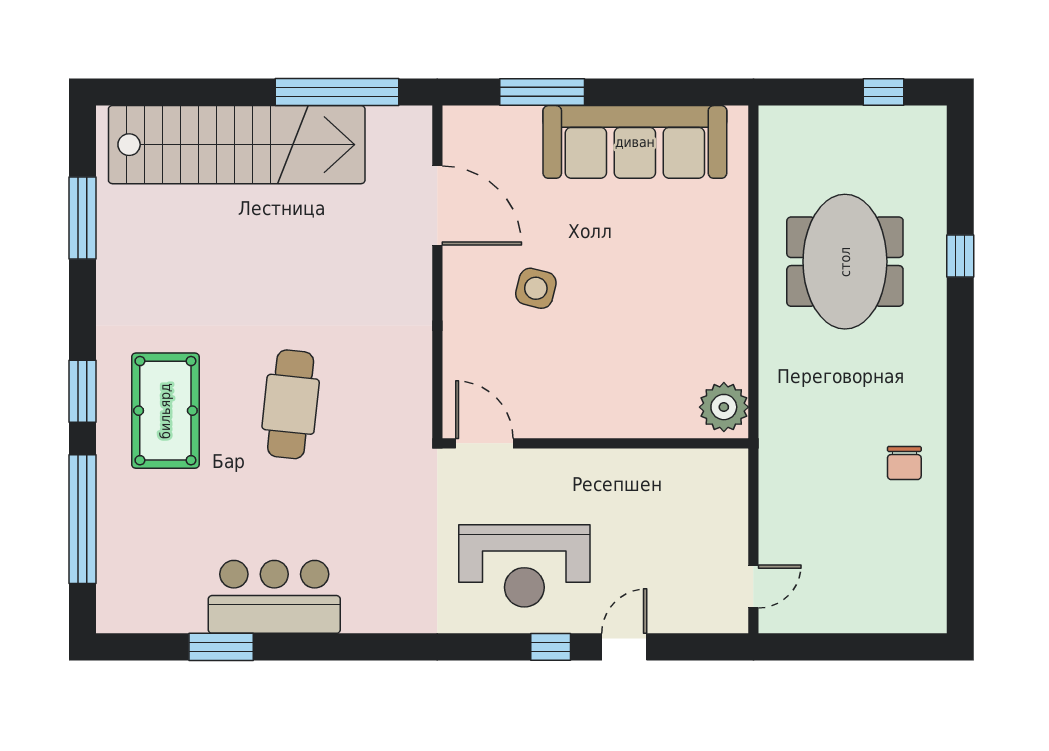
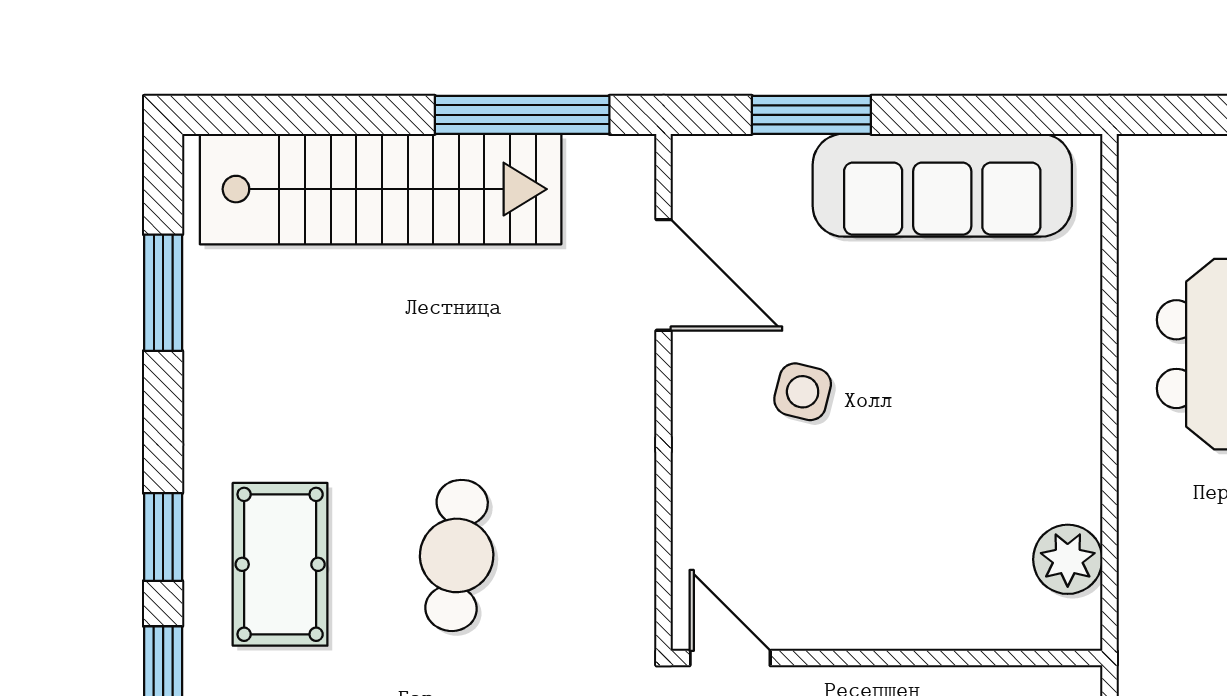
door: (484, 443) -> (730, 658), moved
wall: (595, 443) -> (887, 658), moved

